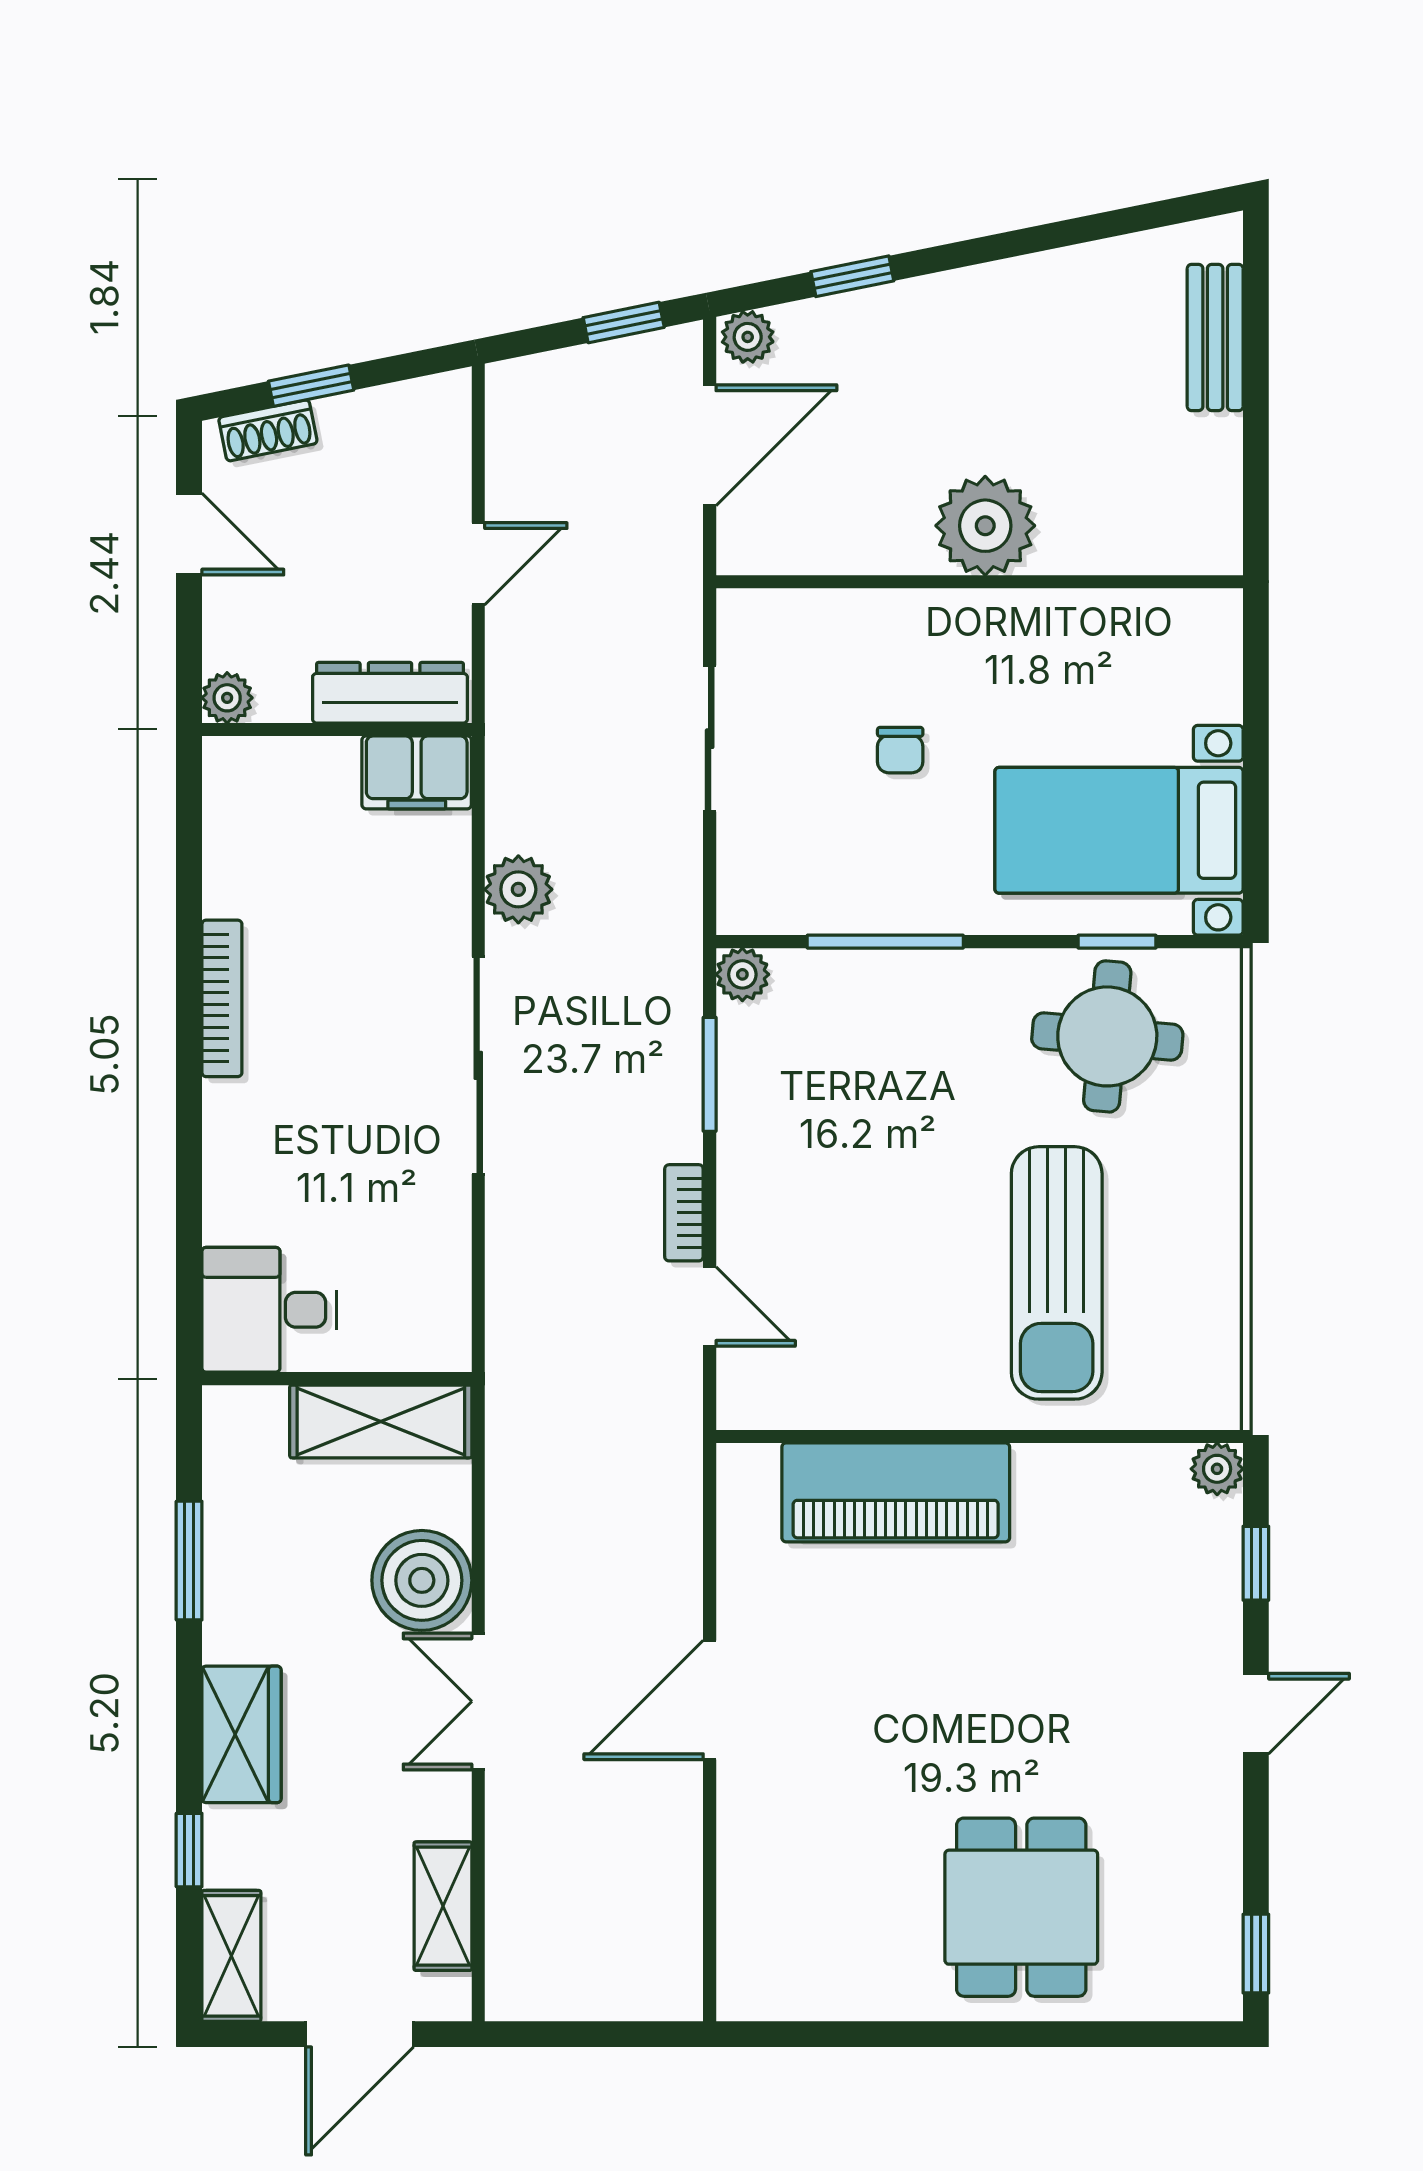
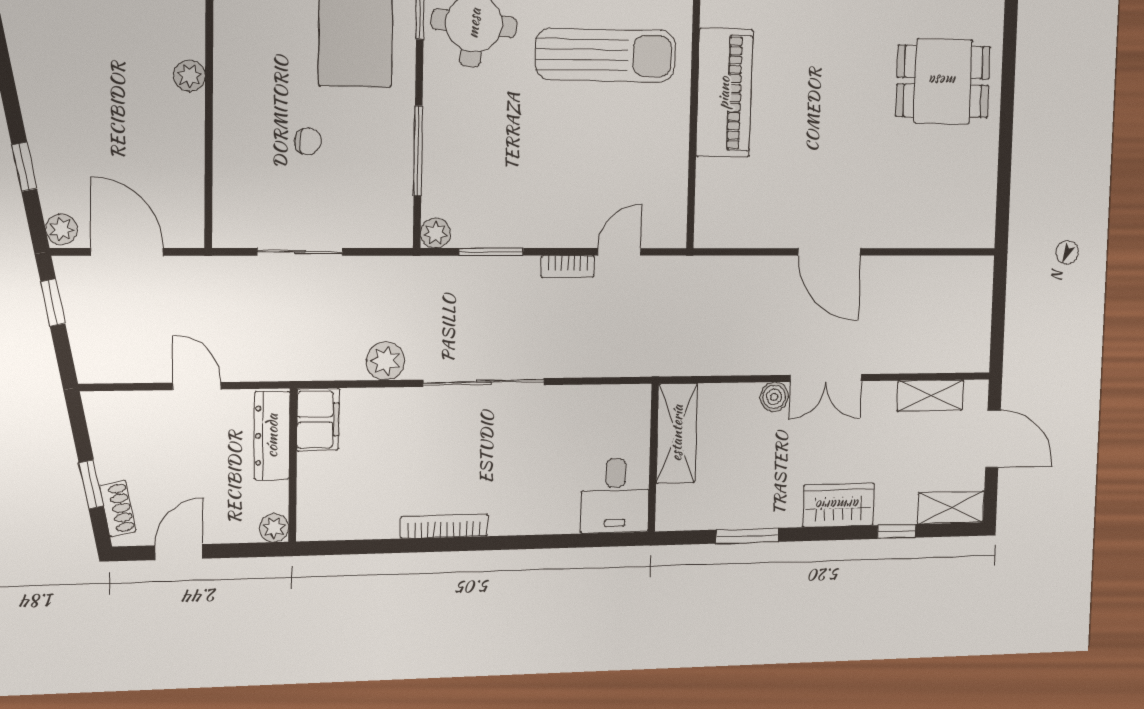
plant: (985, 526) -> (190, 76), width x0.53, depth x0.53
piano: (896, 1492) -> (724, 93), moved
boiler: (422, 1580) -> (774, 397), width x0.54, depth x0.54

